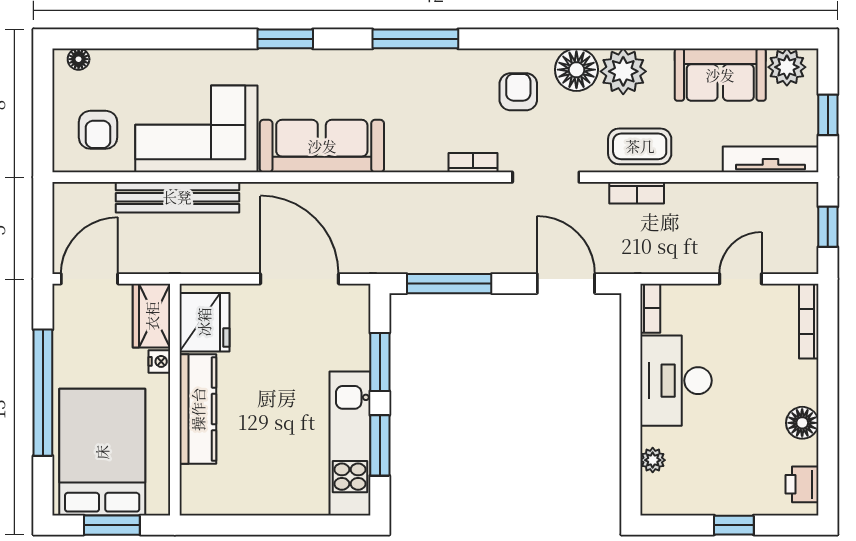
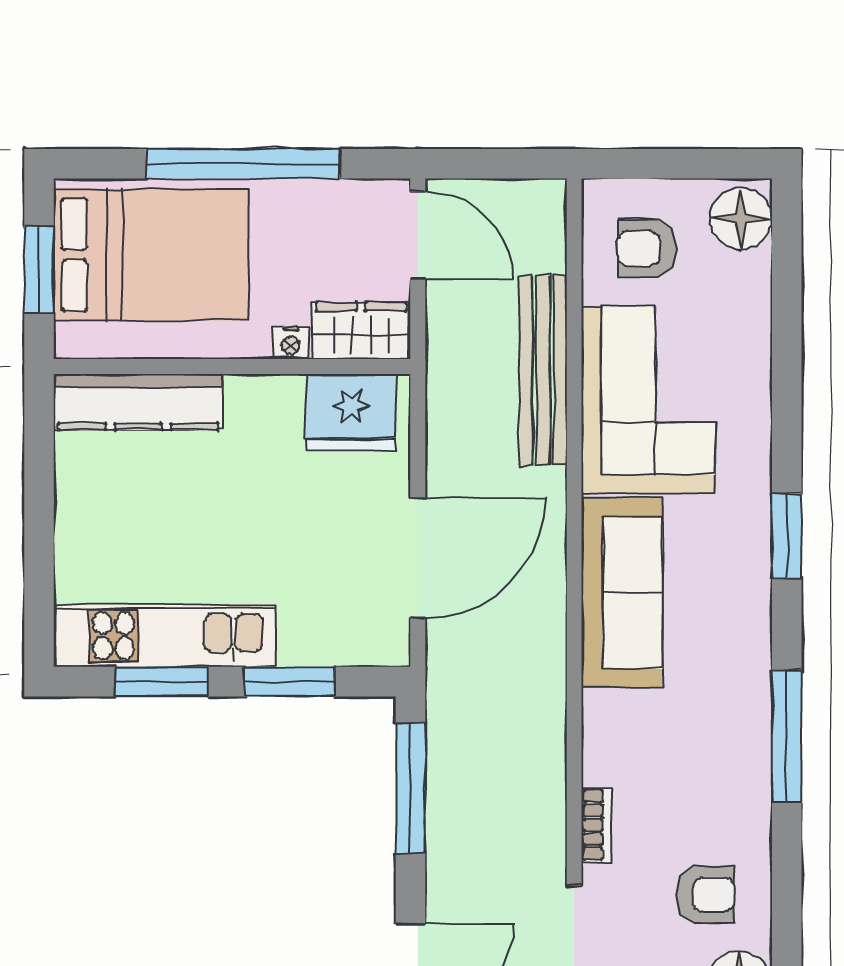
floor lamp: (79, 59) -> (741, 218), width x1.89, depth x1.89
kitchen counter: (198, 409) -> (138, 402), moved

